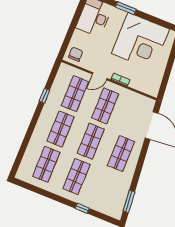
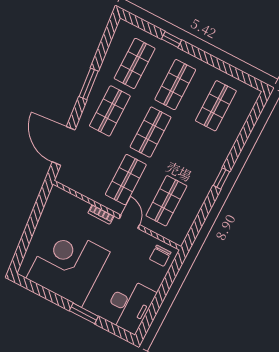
door: (100, 76) -> (129, 222), hinge flipped
window: (44, 96) -> (221, 178), moved
shop shelf: (61, 129) -> (135, 63), moved
window: (129, 202) -> (89, 84), moved

